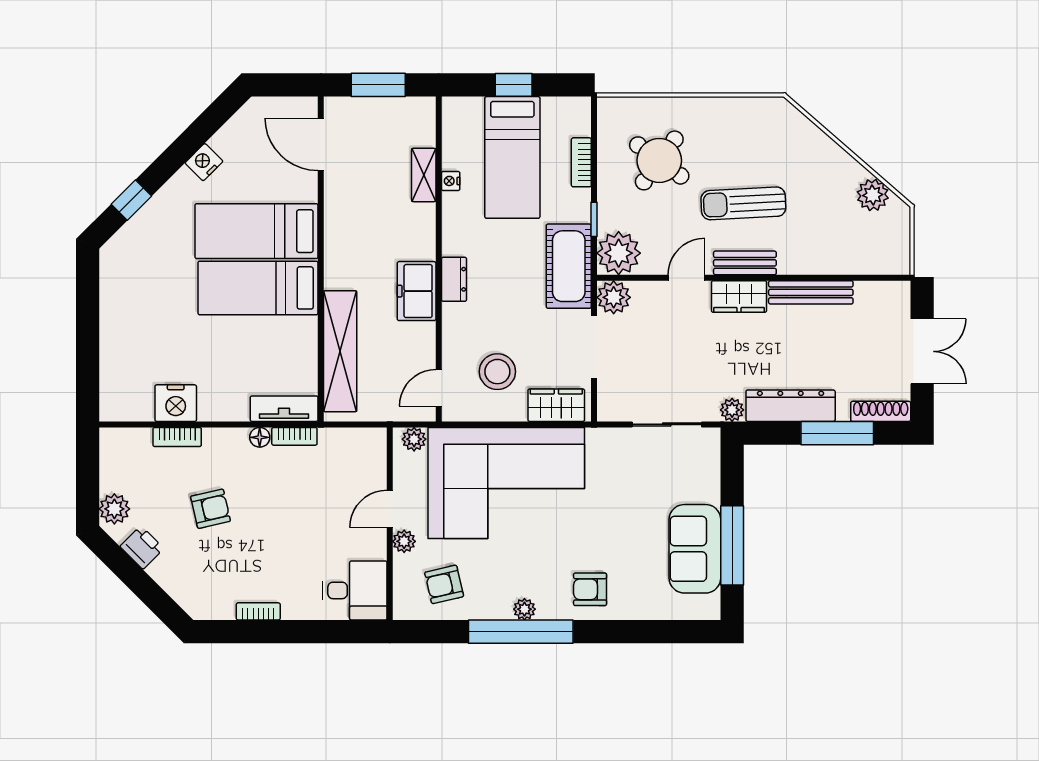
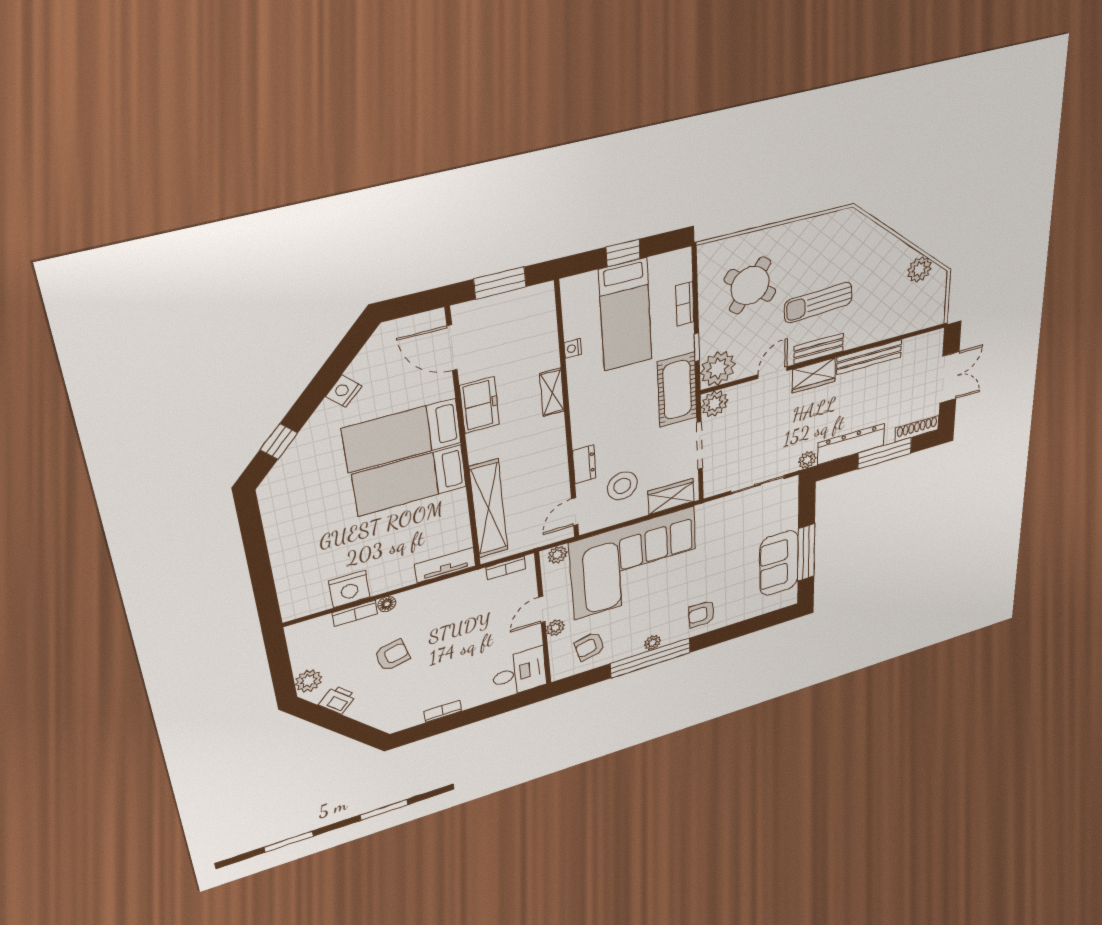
shelving: (424, 175) -> (552, 392), moved
dresser: (454, 279) -> (584, 464), moved
freezer: (417, 291) -> (479, 405), moved, turned 180
bookcase: (294, 436) -> (506, 568), moved
floor lamp: (260, 437) -> (387, 604), moved

